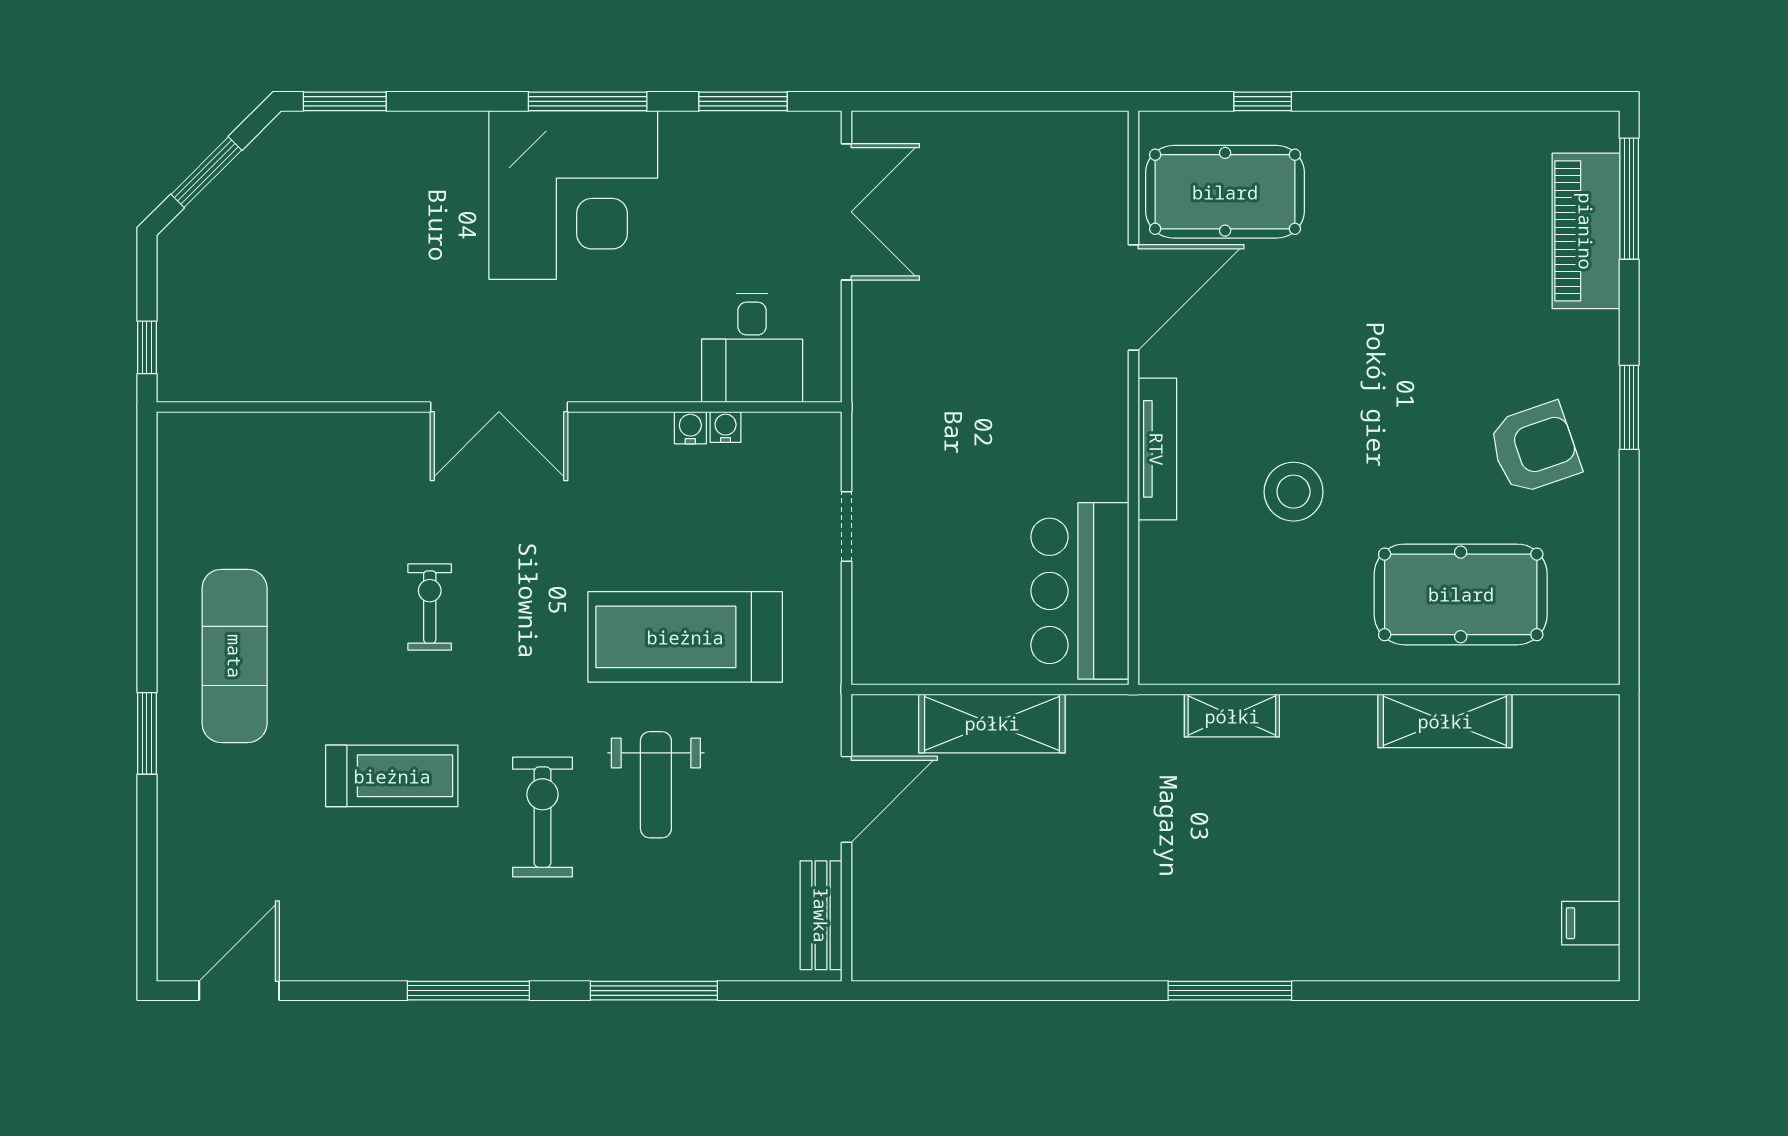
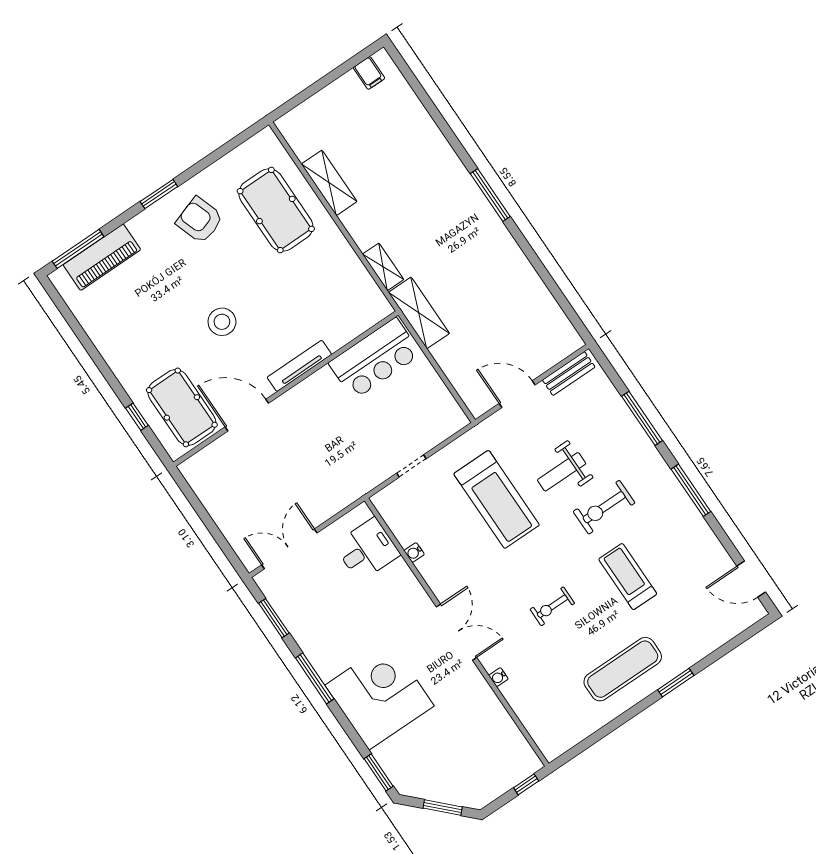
corner desk: (573, 195) -> (379, 696), moved
water cooler: (726, 427) -> (499, 677), moved
stool: (1294, 492) -> (222, 322), moved
shelving: (992, 723) -> (419, 313), moved
weight bench: (656, 785) -> (562, 472), turned 180

